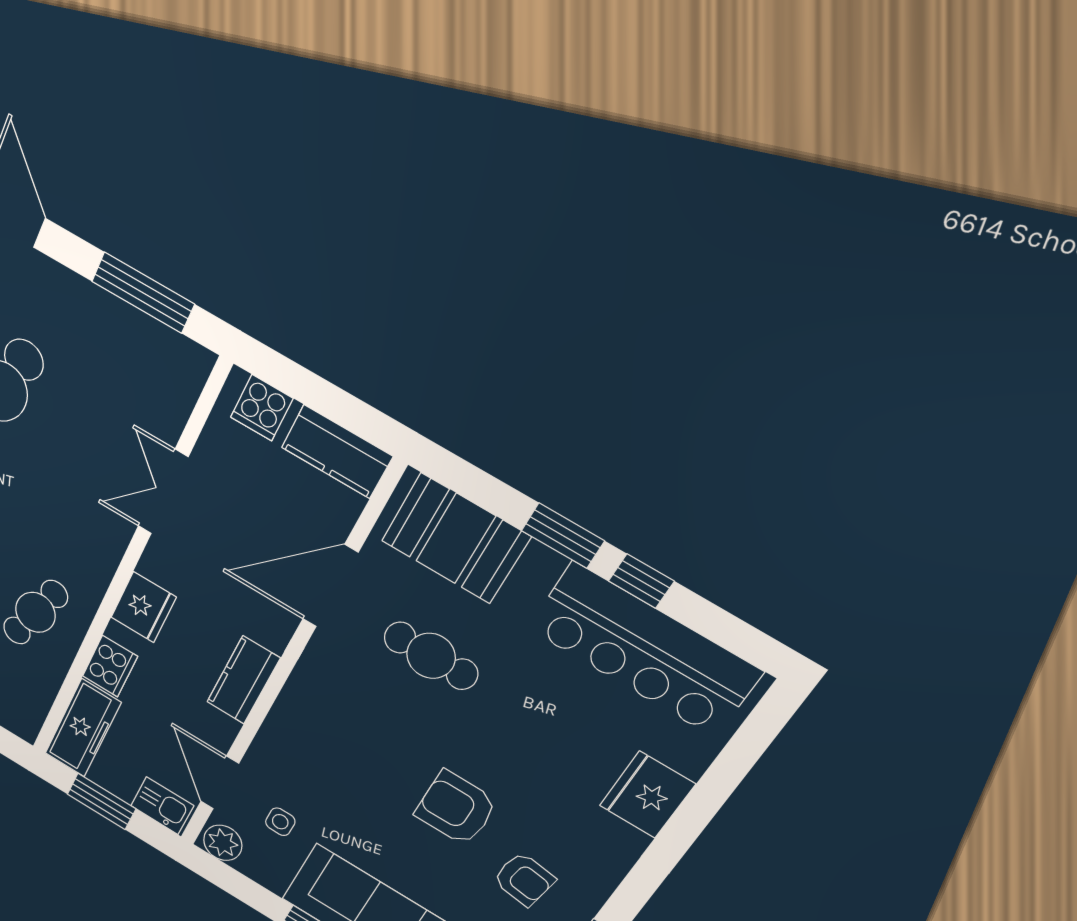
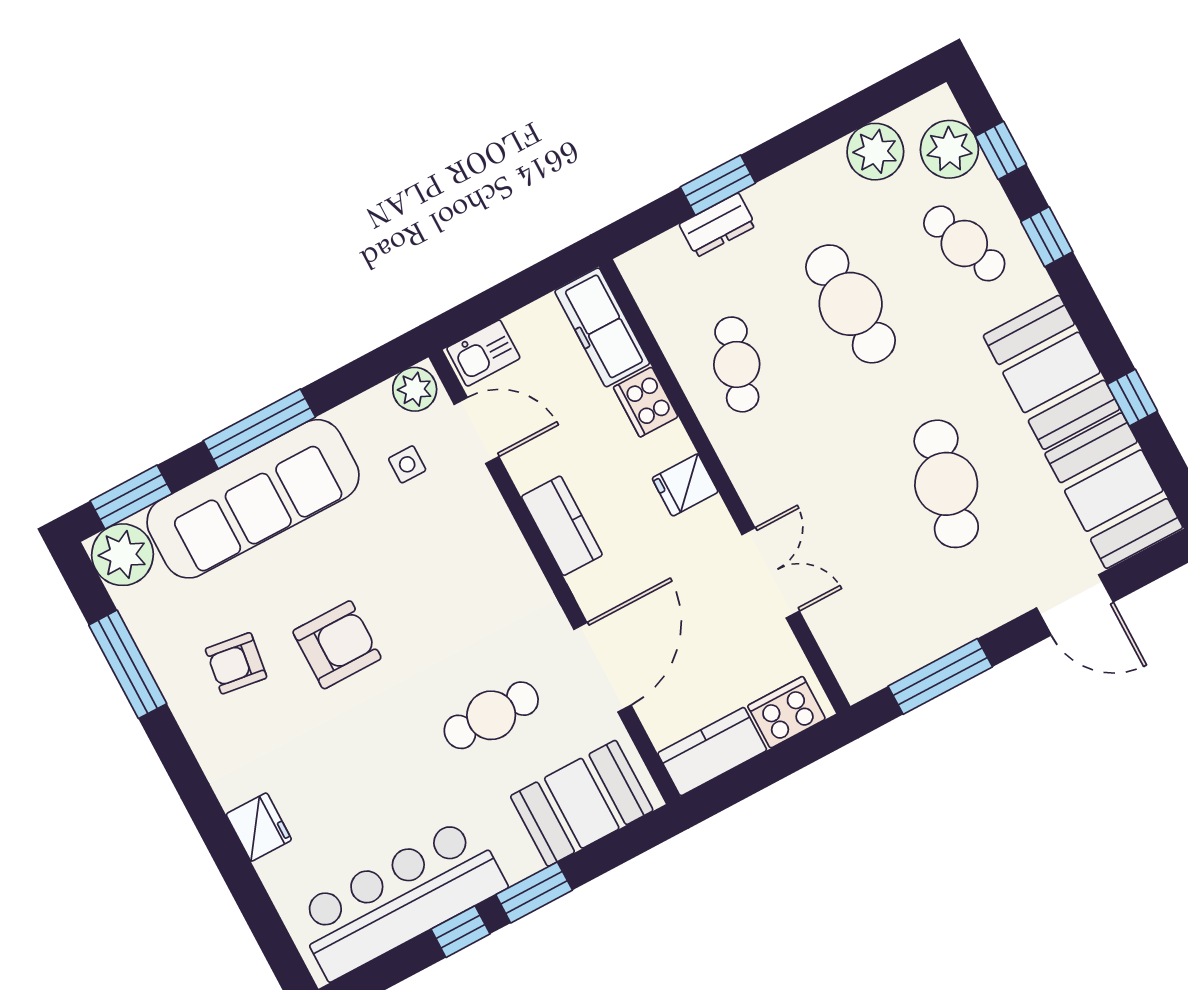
cooker: (262, 408) -> (787, 712), width x1.36
fridge: (144, 607) -> (685, 485), width x0.72
fridge: (647, 795) -> (259, 827), width x0.73, depth x0.75
window: (102, 802) -> (520, 290), removed

